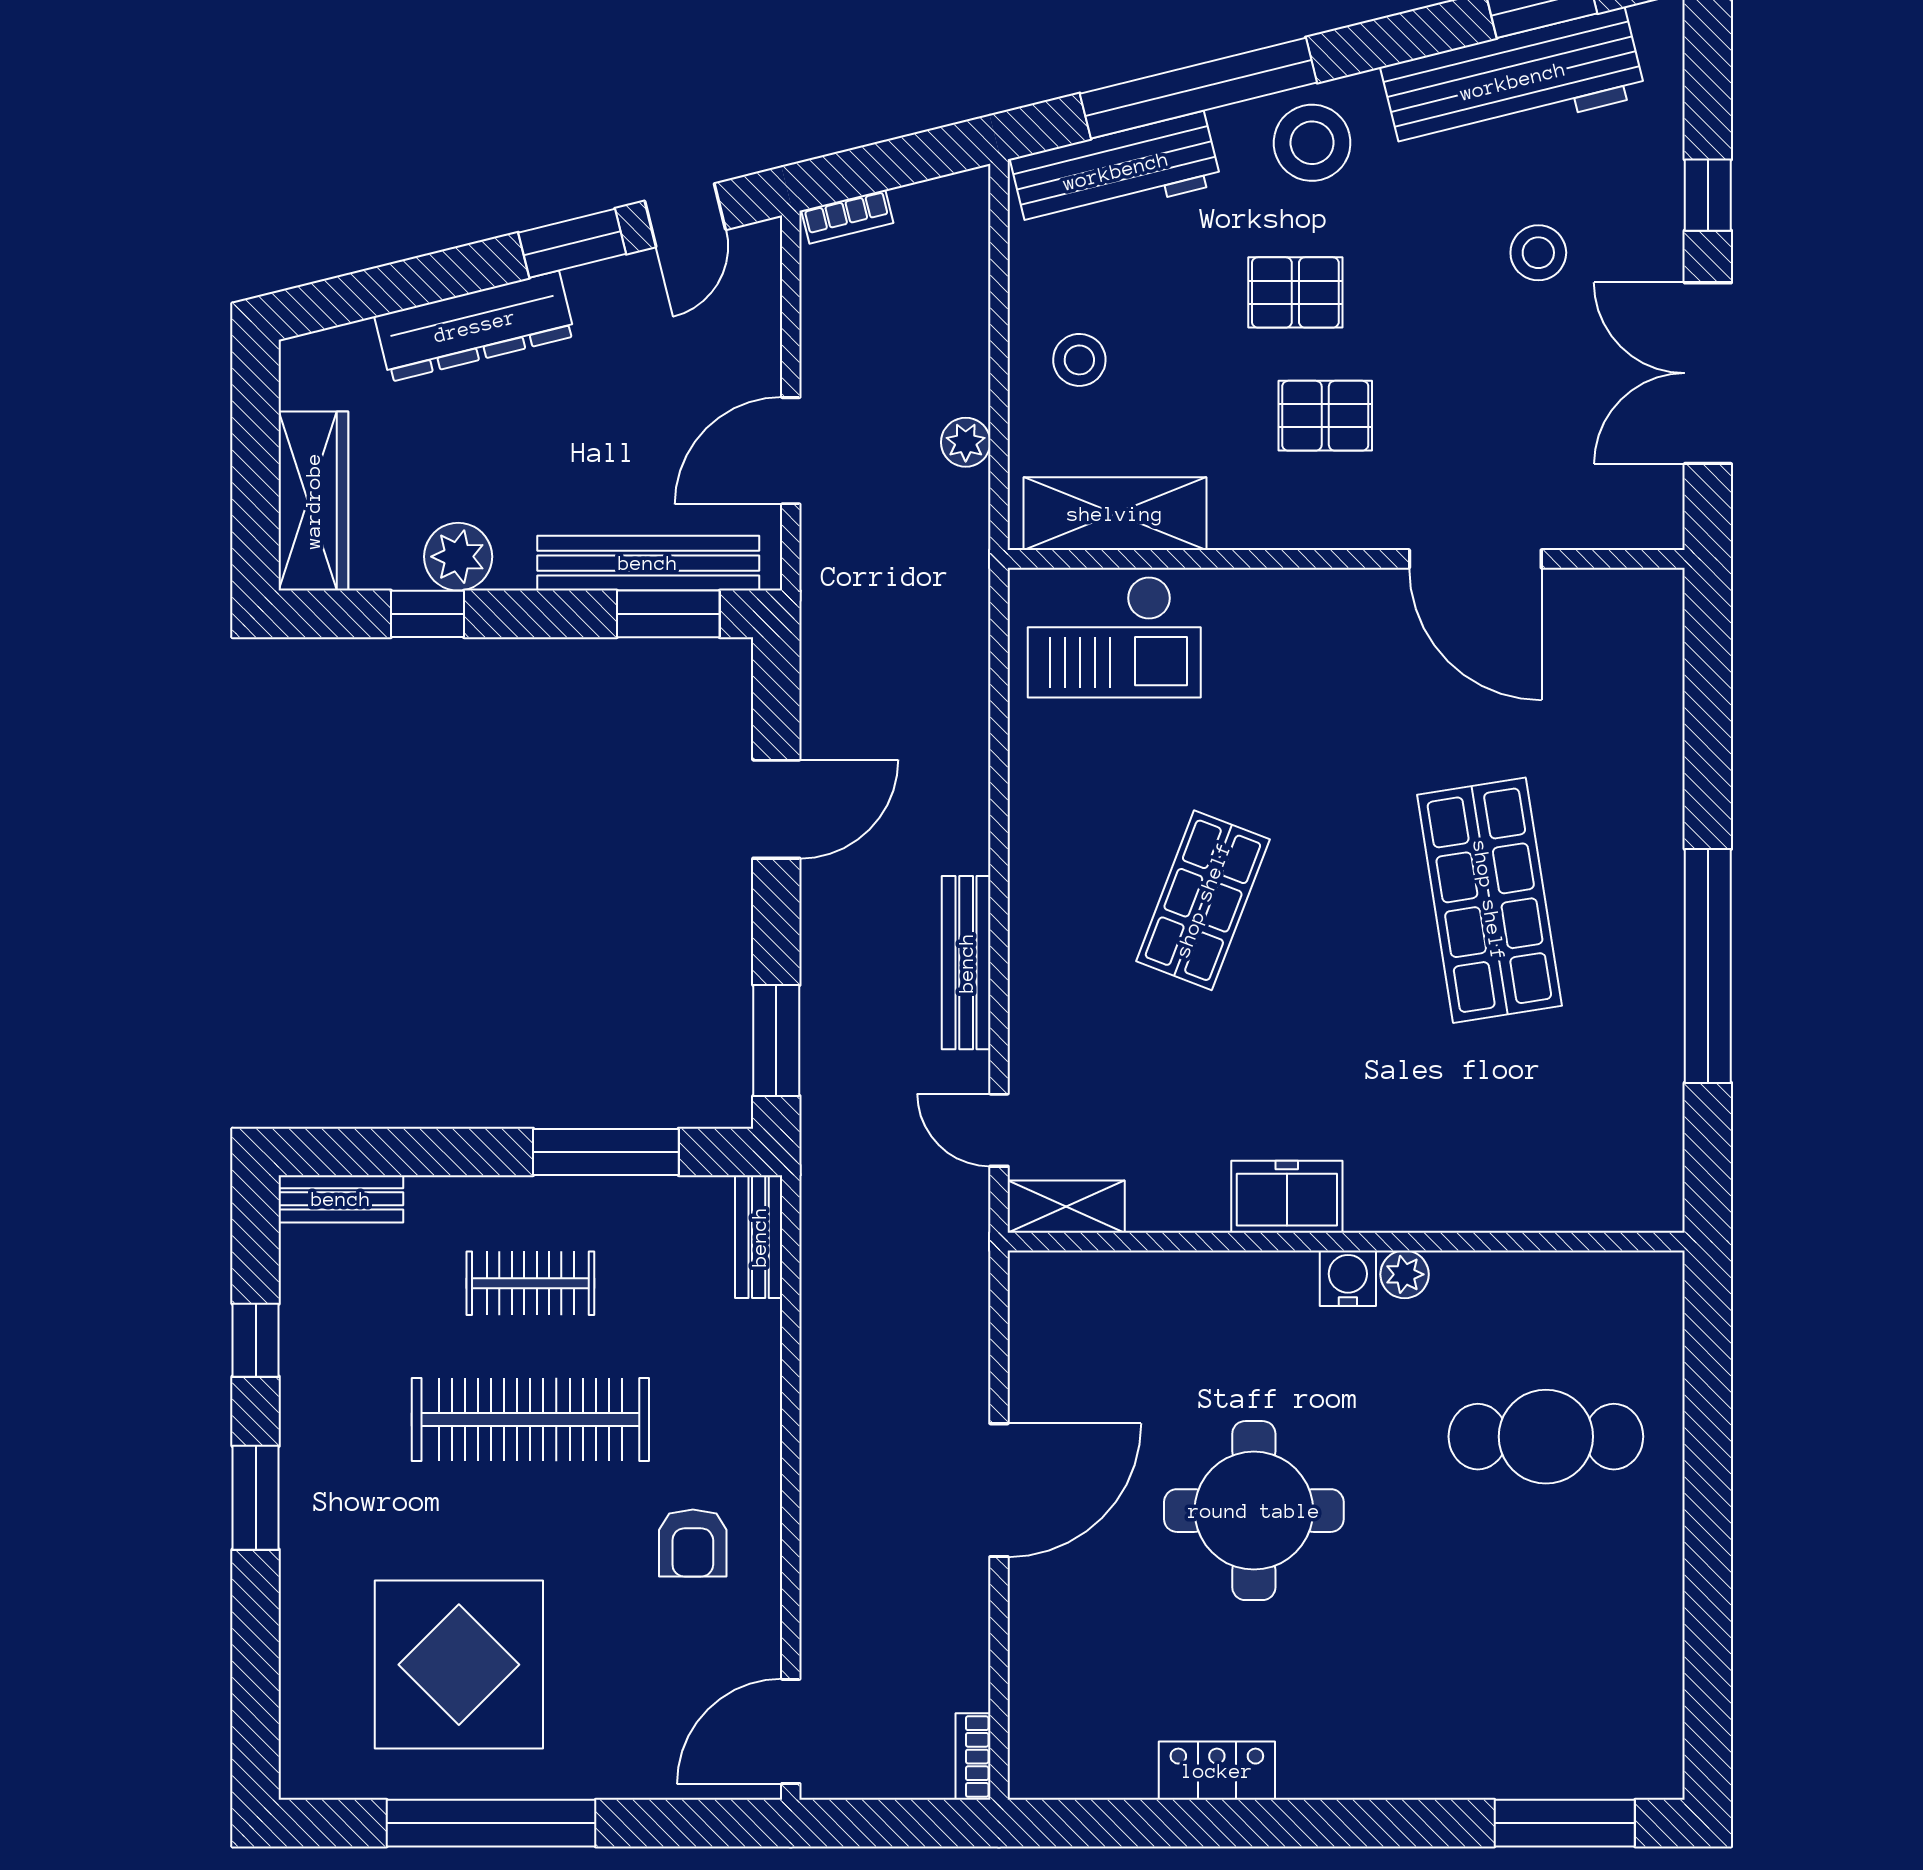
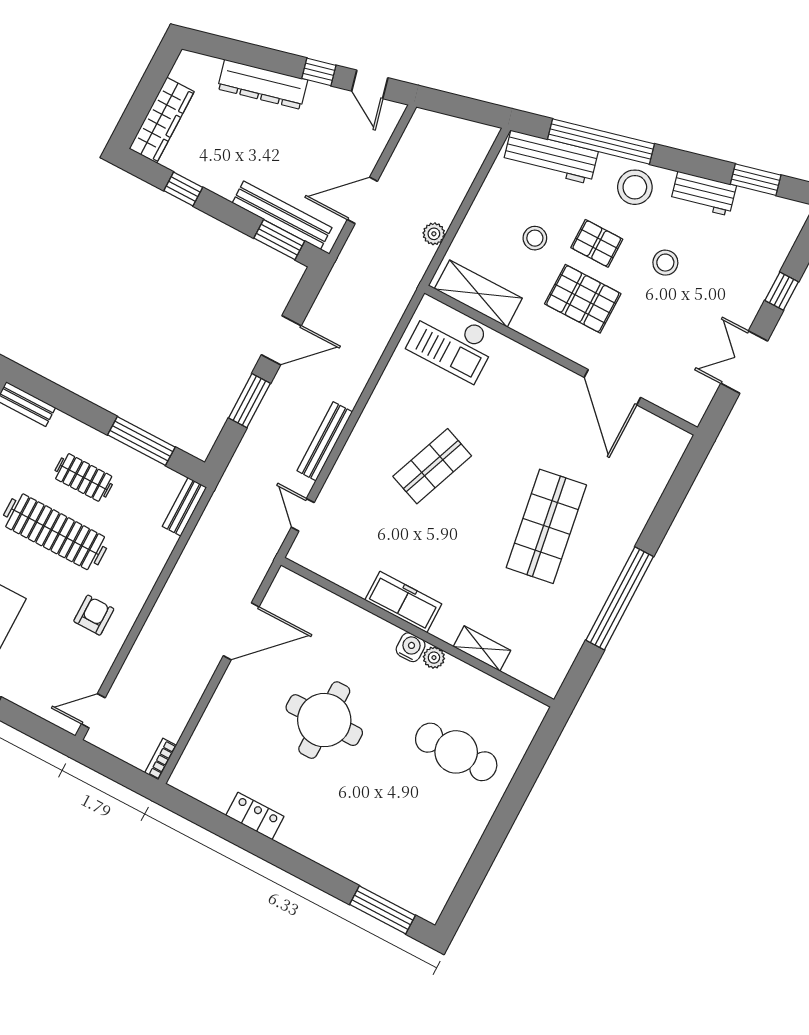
workbench: (1513, 81) -> (703, 194), width x0.53, depth x0.76
door: (685, 215) -> (370, 84), hinge flipped
bookcase: (847, 217) -> (434, 119), removed
window: (572, 243) -> (319, 72), width x0.67
stool: (1538, 253) -> (665, 263), moved
stool: (1079, 360) -> (535, 238), moved
double door: (1708, 373) -> (744, 362), width x0.73
pallet: (1325, 416) -> (583, 299), width x1.50, depth x1.42
plant: (458, 557) -> (208, 173), removed
window: (776, 1040) -> (249, 401), moved
freezer: (1287, 1197) -> (403, 602), width x1.40
shelving: (1066, 1207) -> (482, 648), moved
door: (999, 1490) -> (241, 631), moved
armchair: (693, 1543) -> (94, 615), turned 180
door: (791, 1731) -> (93, 711), width x0.73

